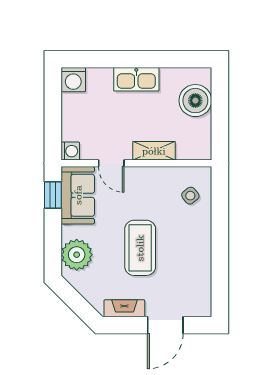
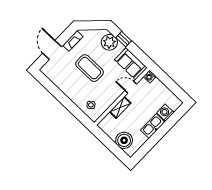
washing machine: (73, 80) -> (165, 113), moved
window: (53, 195) -> (124, 39), moved

